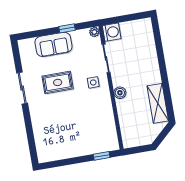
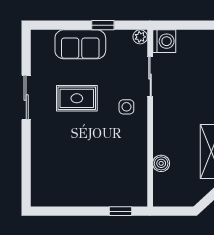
boiler: (120, 93) -> (161, 163), moved

